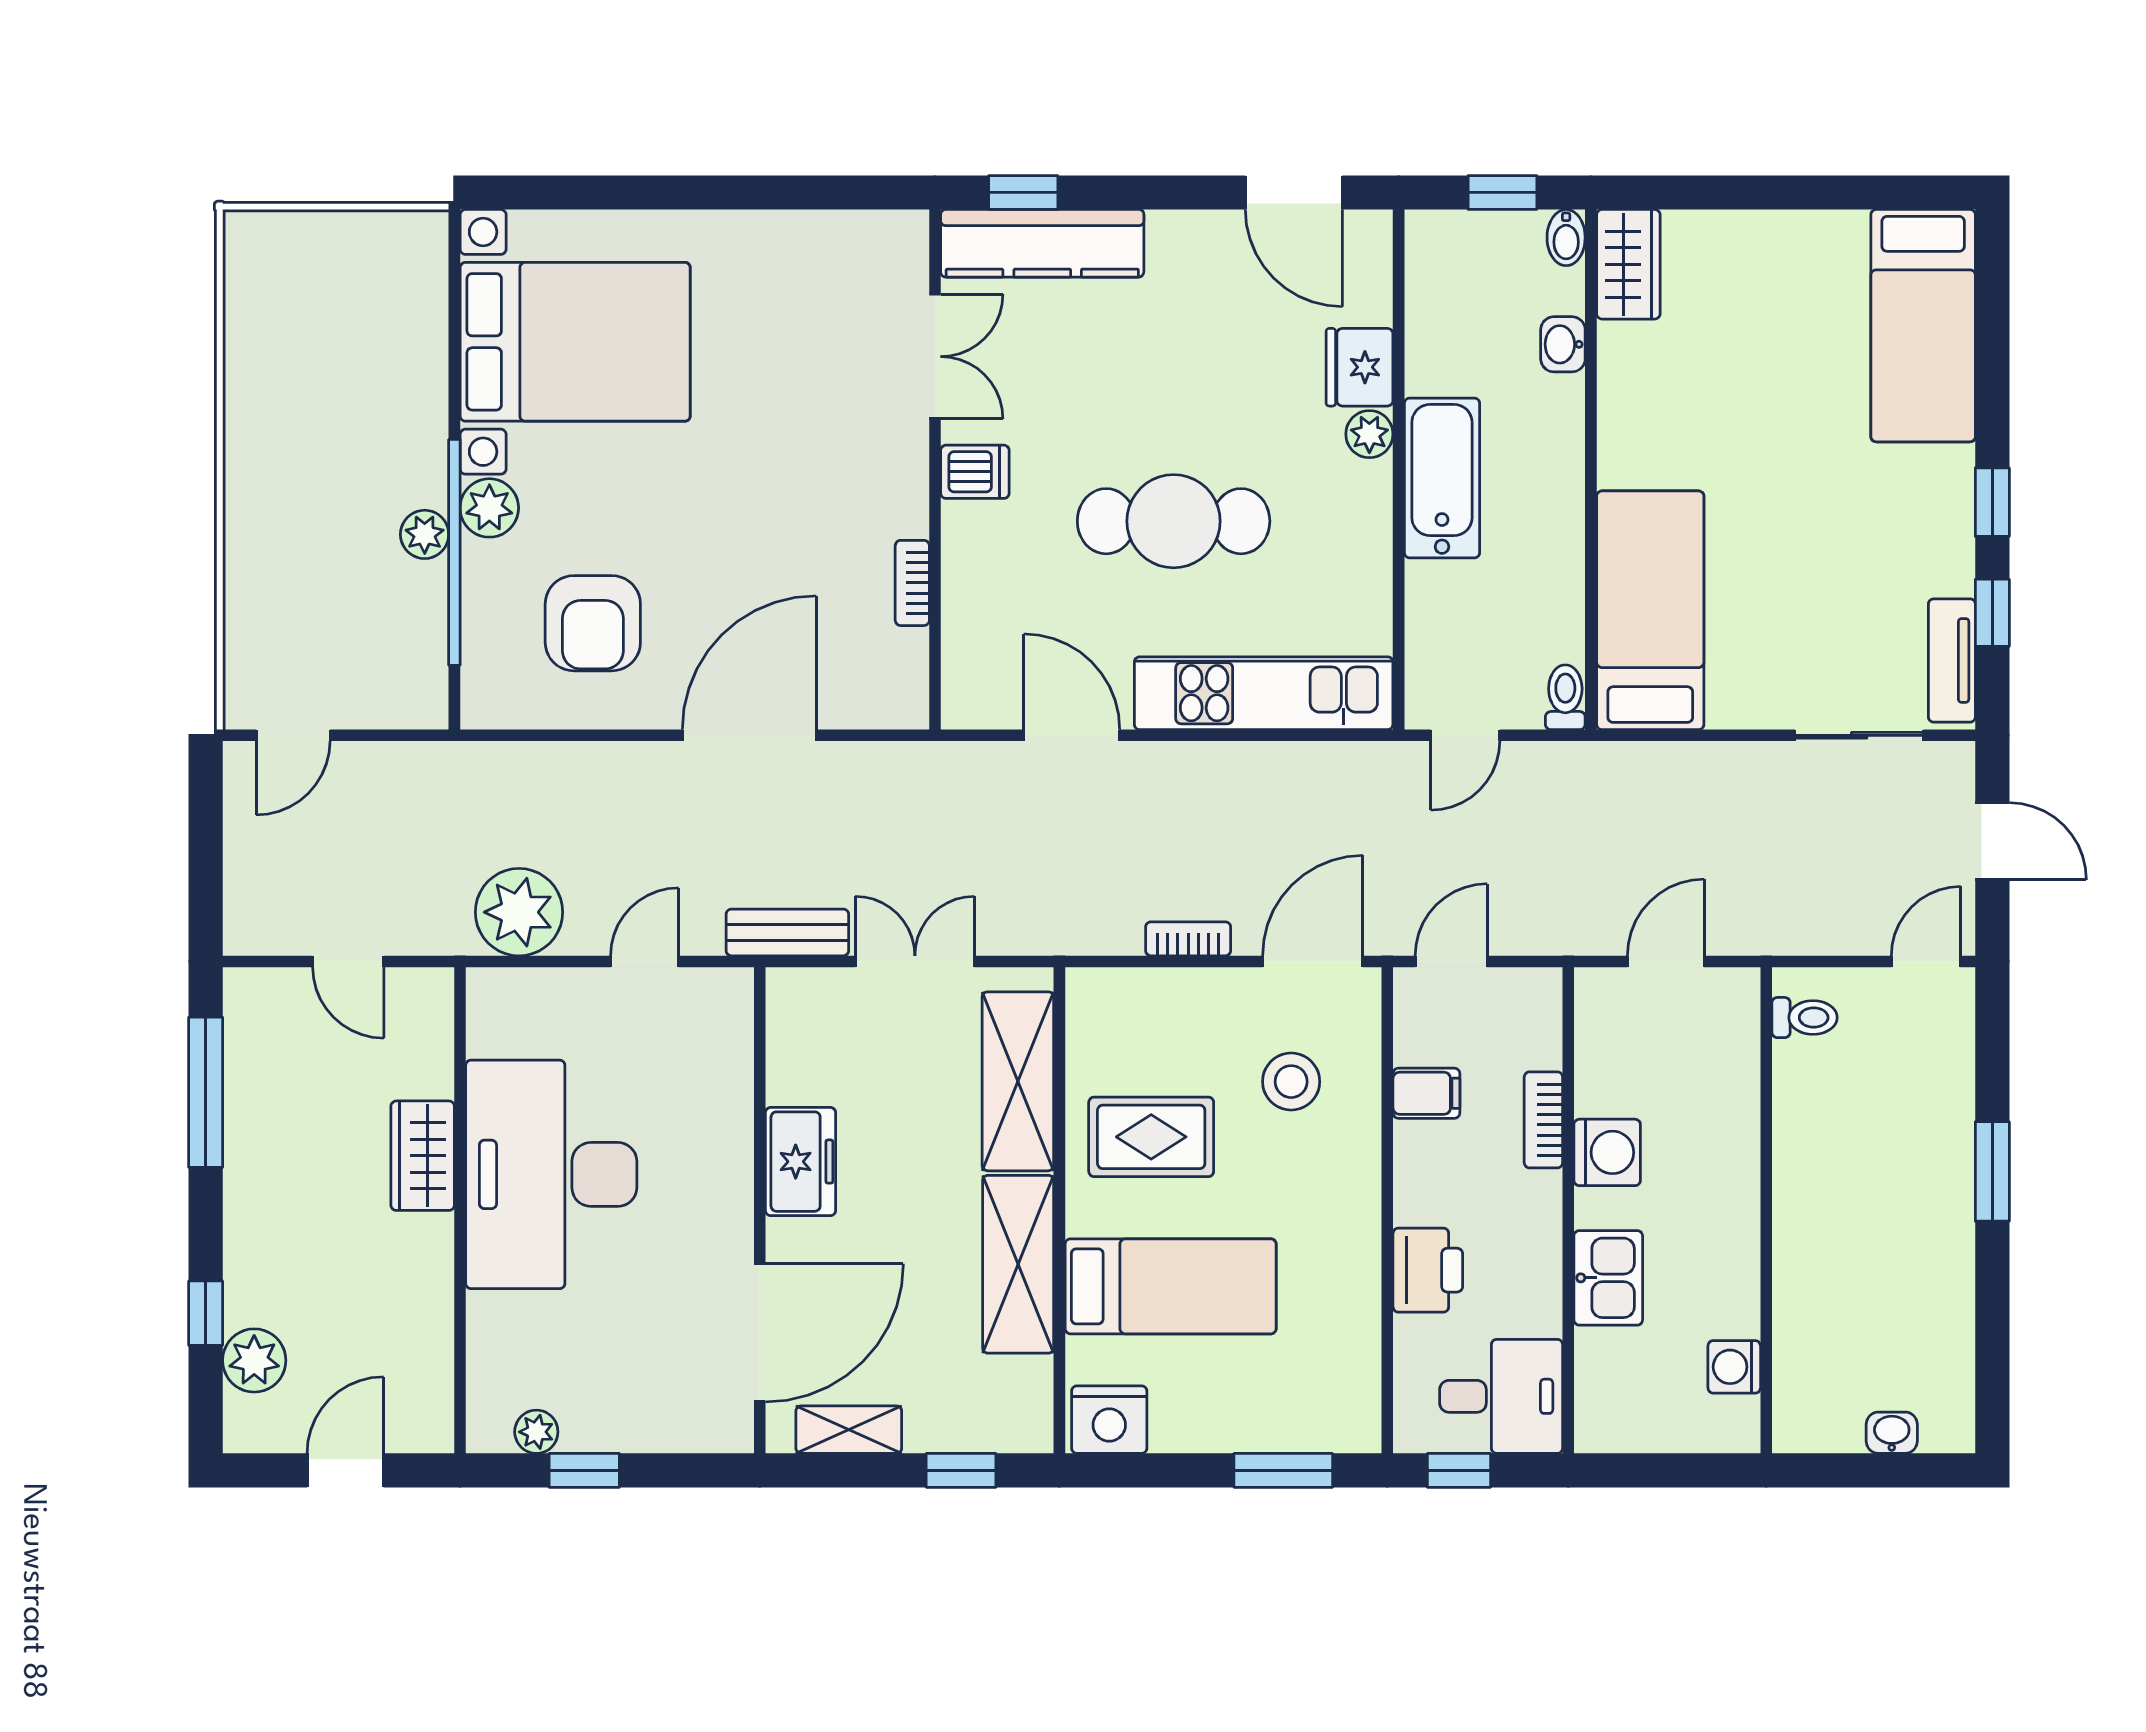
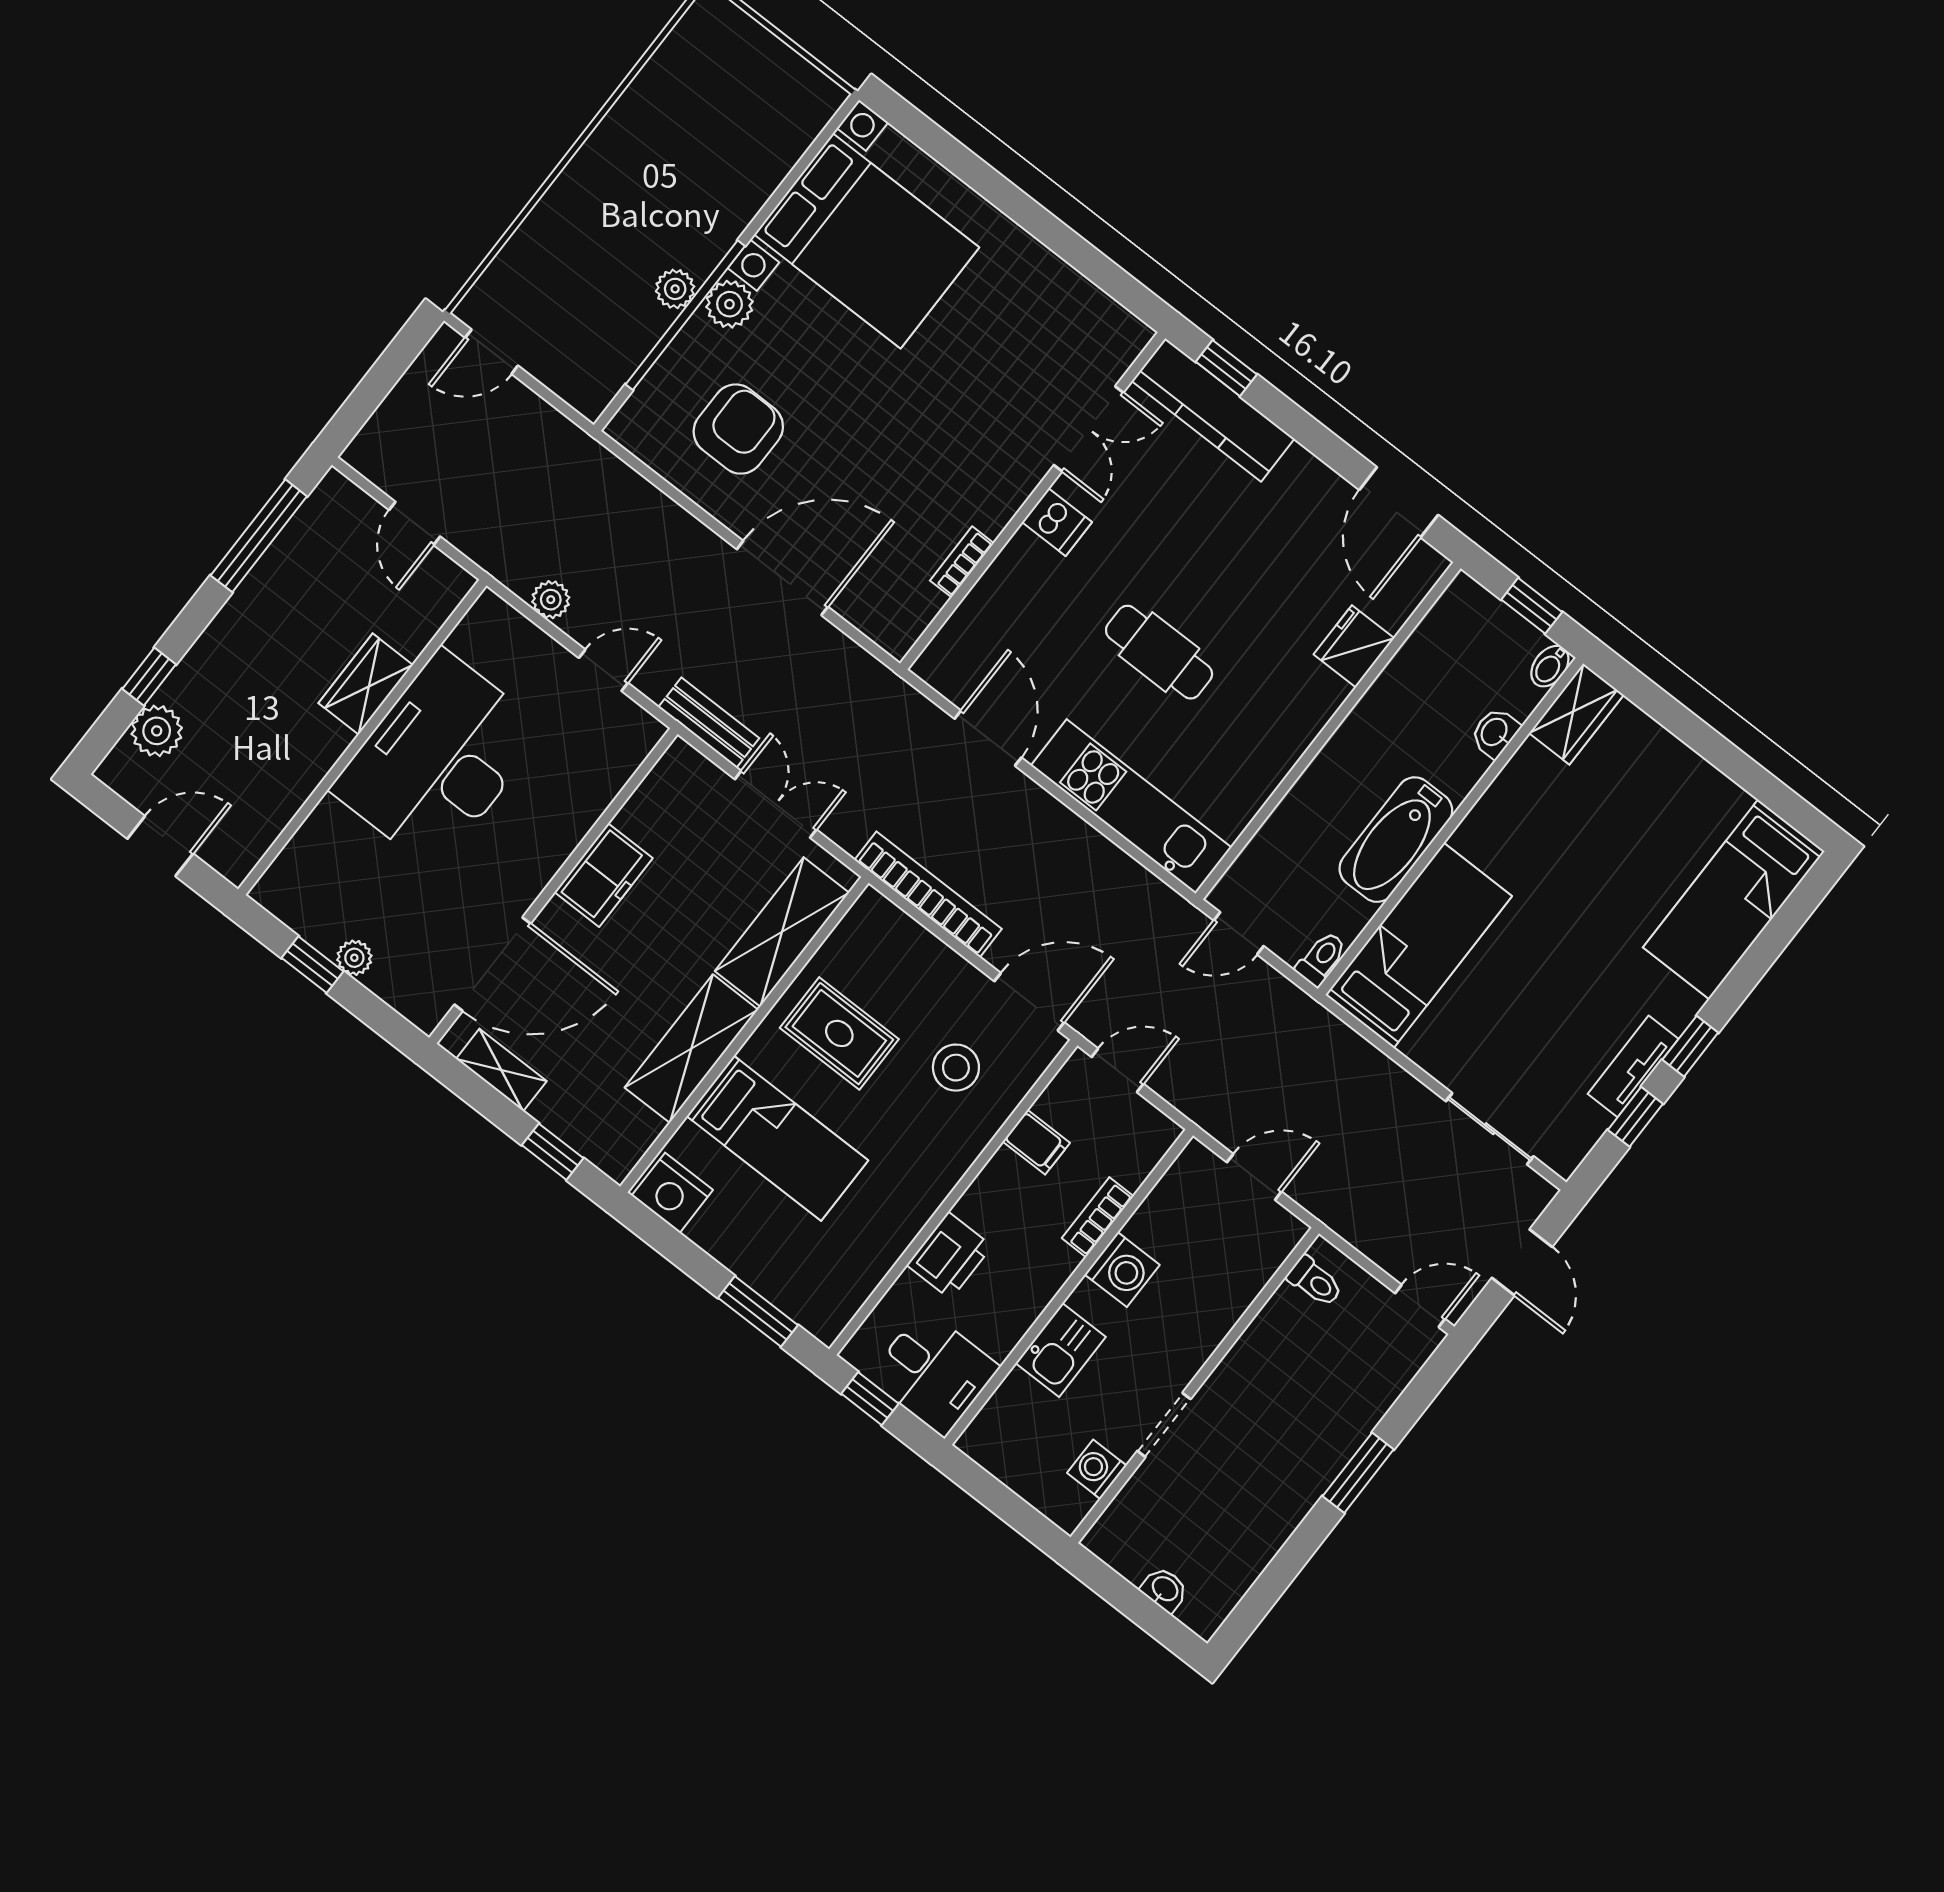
plant: (1369, 434) -> (1327, 694), removed
bathtub: (1442, 478) -> (1396, 840), moved, turned 180
cafe table: (1174, 521) -> (1159, 652), width x0.73, depth x0.74
armchair: (593, 623) -> (738, 429), turned 180
tv unit: (1952, 660) -> (1633, 1066), moved
plant: (519, 912) -> (551, 600), width x0.53, depth x0.53
bookcase: (1188, 939) -> (928, 894), width x2.31, depth x1.31
doorway: (1766, 1272) -> (1164, 1425), added
plant: (536, 1432) -> (354, 958), moved

